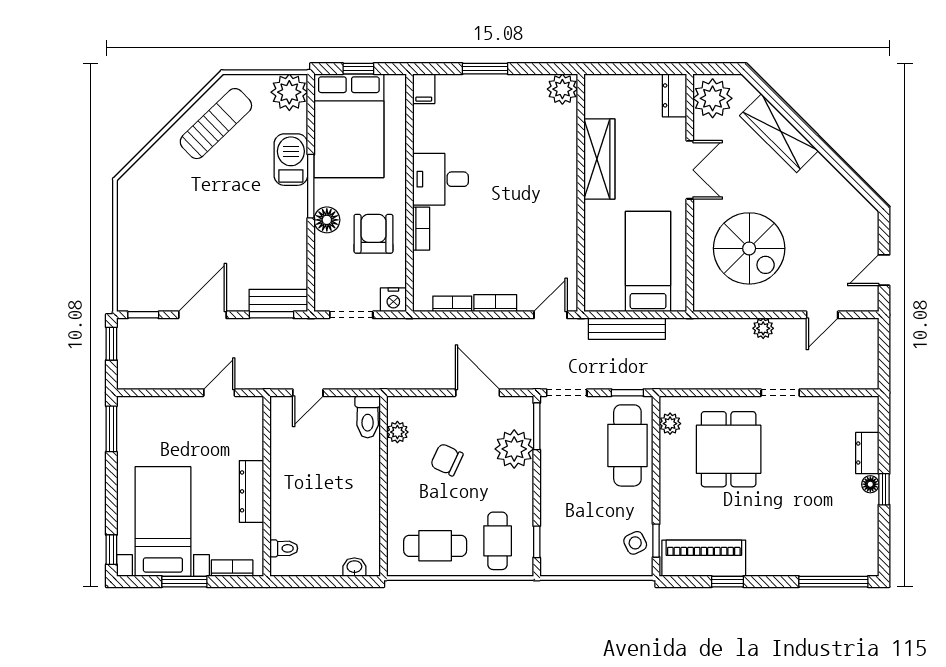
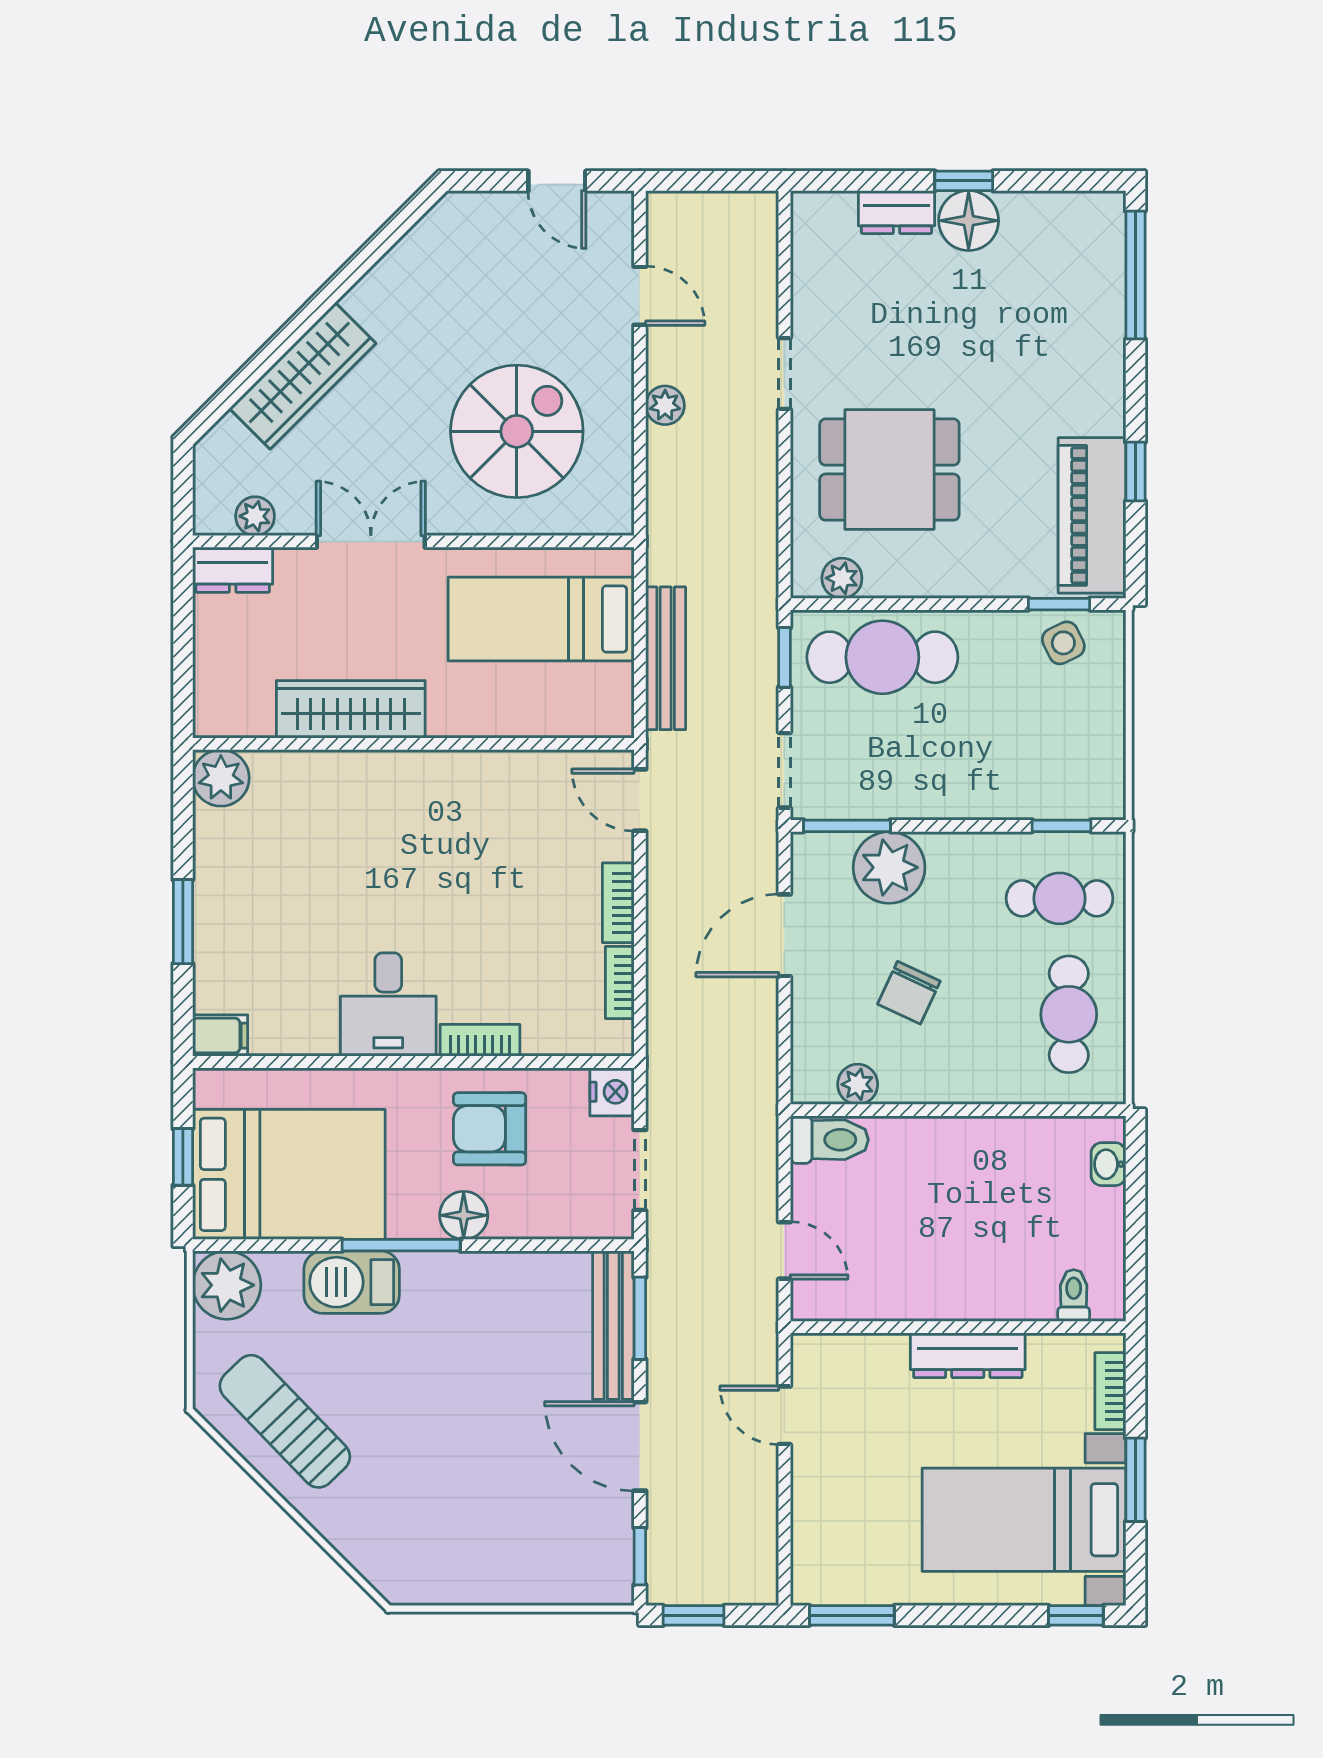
plant: (713, 98) -> (255, 516), width x0.53, depth x0.53
bench: (278, 300) -> (613, 1325), width x1.36
floor lamp: (870, 484) -> (969, 221), width x1.89, depth x1.89

